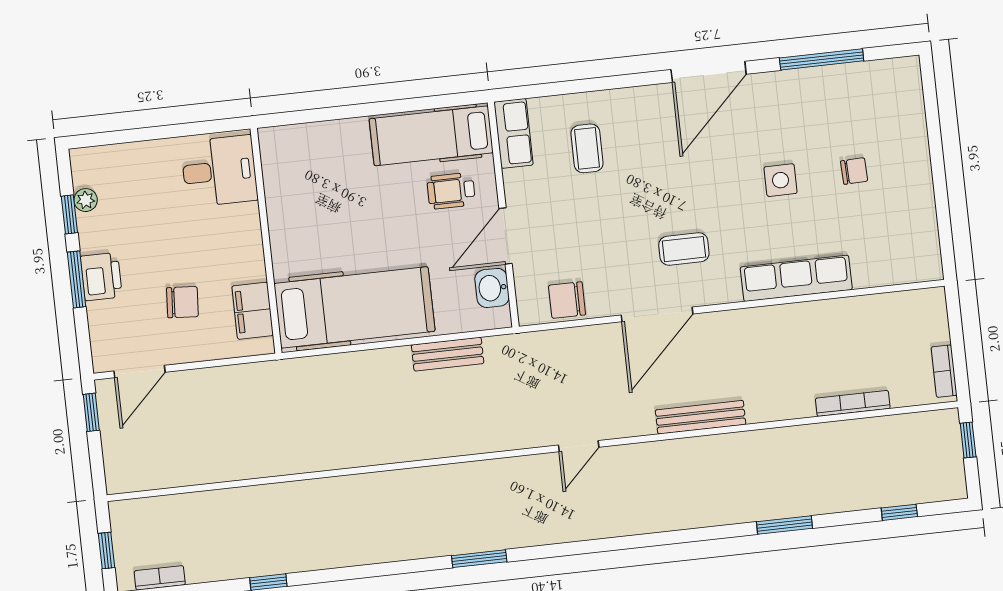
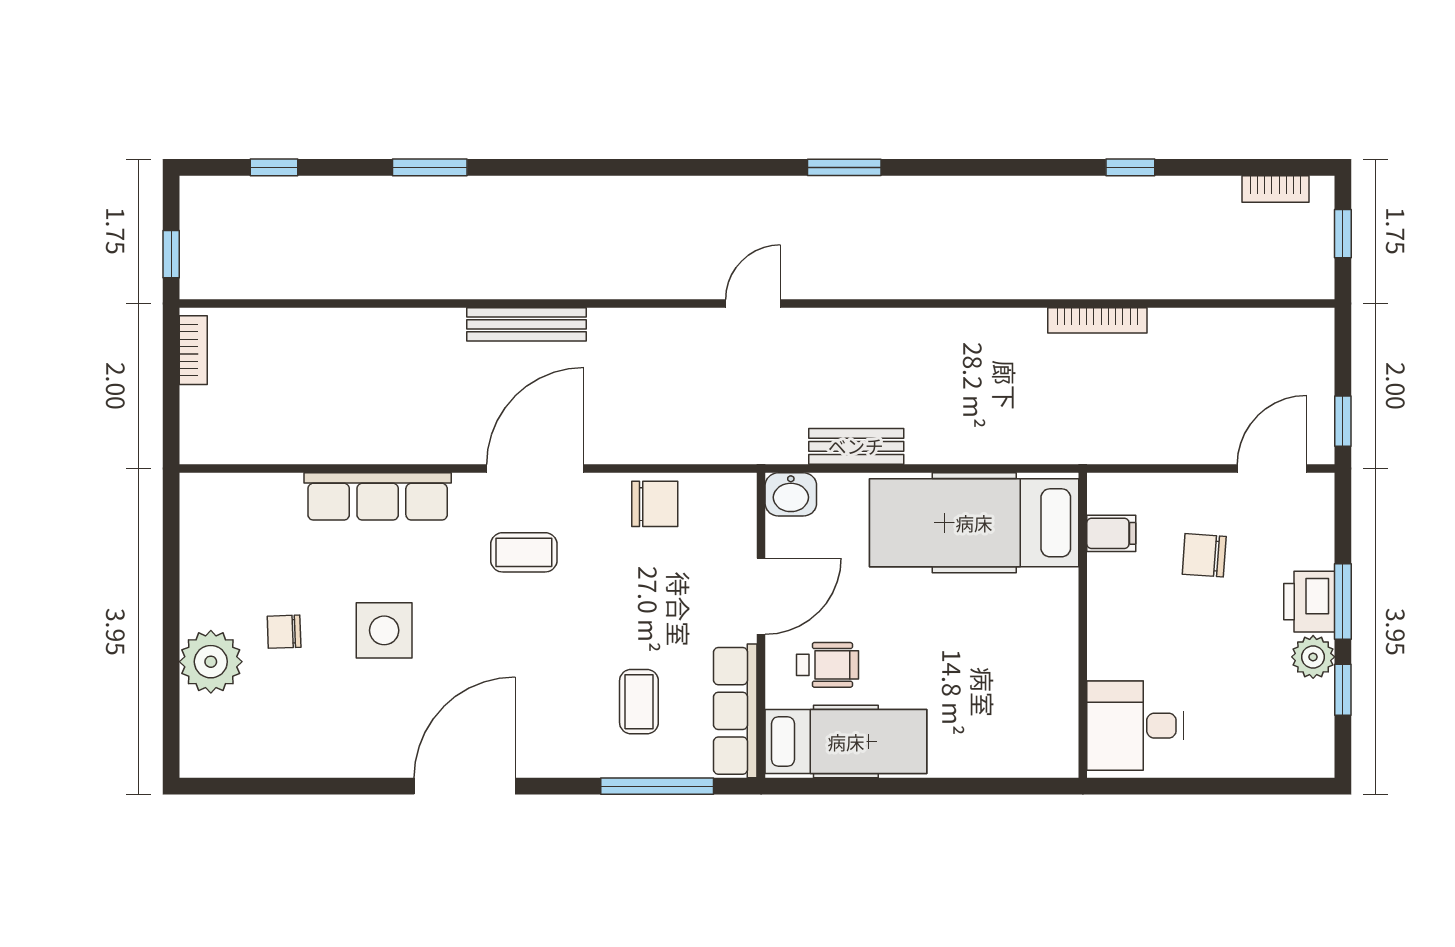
window: (822, 59) -> (657, 786), moved
row of seats: (514, 133) -> (735, 711), width x1.48
plant: (906, 143) -> (211, 662), added
side table: (781, 180) -> (384, 630), width x1.37, depth x1.37
plant: (86, 200) -> (1313, 657), moved, width x1.38, depth x1.38
washbasin: (492, 288) -> (791, 494), moved, turned 90
chair: (567, 300) -> (655, 504), moved
filing cabinet: (253, 311) -> (1111, 533), width x0.50
door: (657, 314) -> (535, 469), moved
bookcase: (853, 403) -> (1097, 320), moved
door: (579, 446) -> (753, 304), moved

